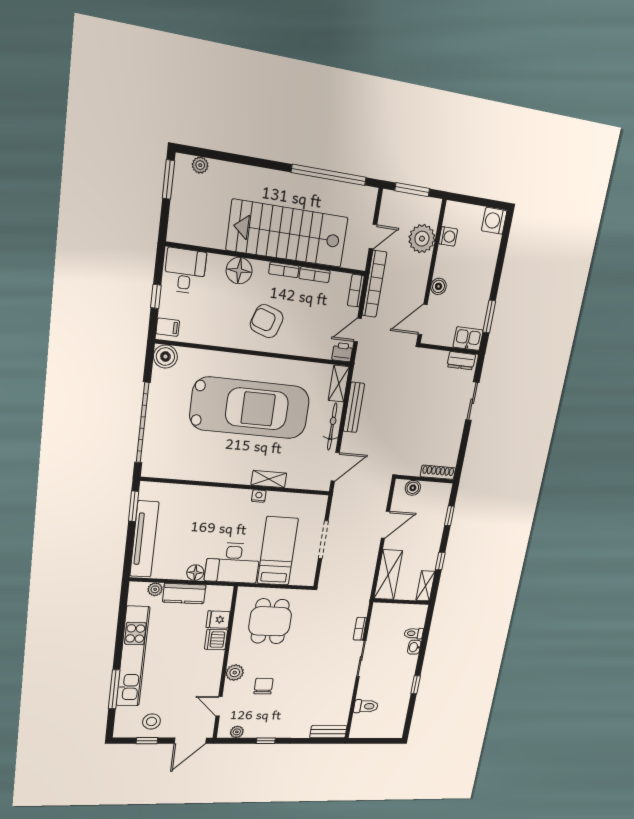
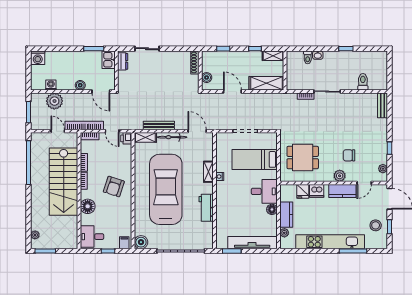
workbench: (211, 471) -> (206, 208), added
desk: (233, 563) -> (264, 191), width x0.73
kitchen counter: (211, 676) -> (342, 191), added

